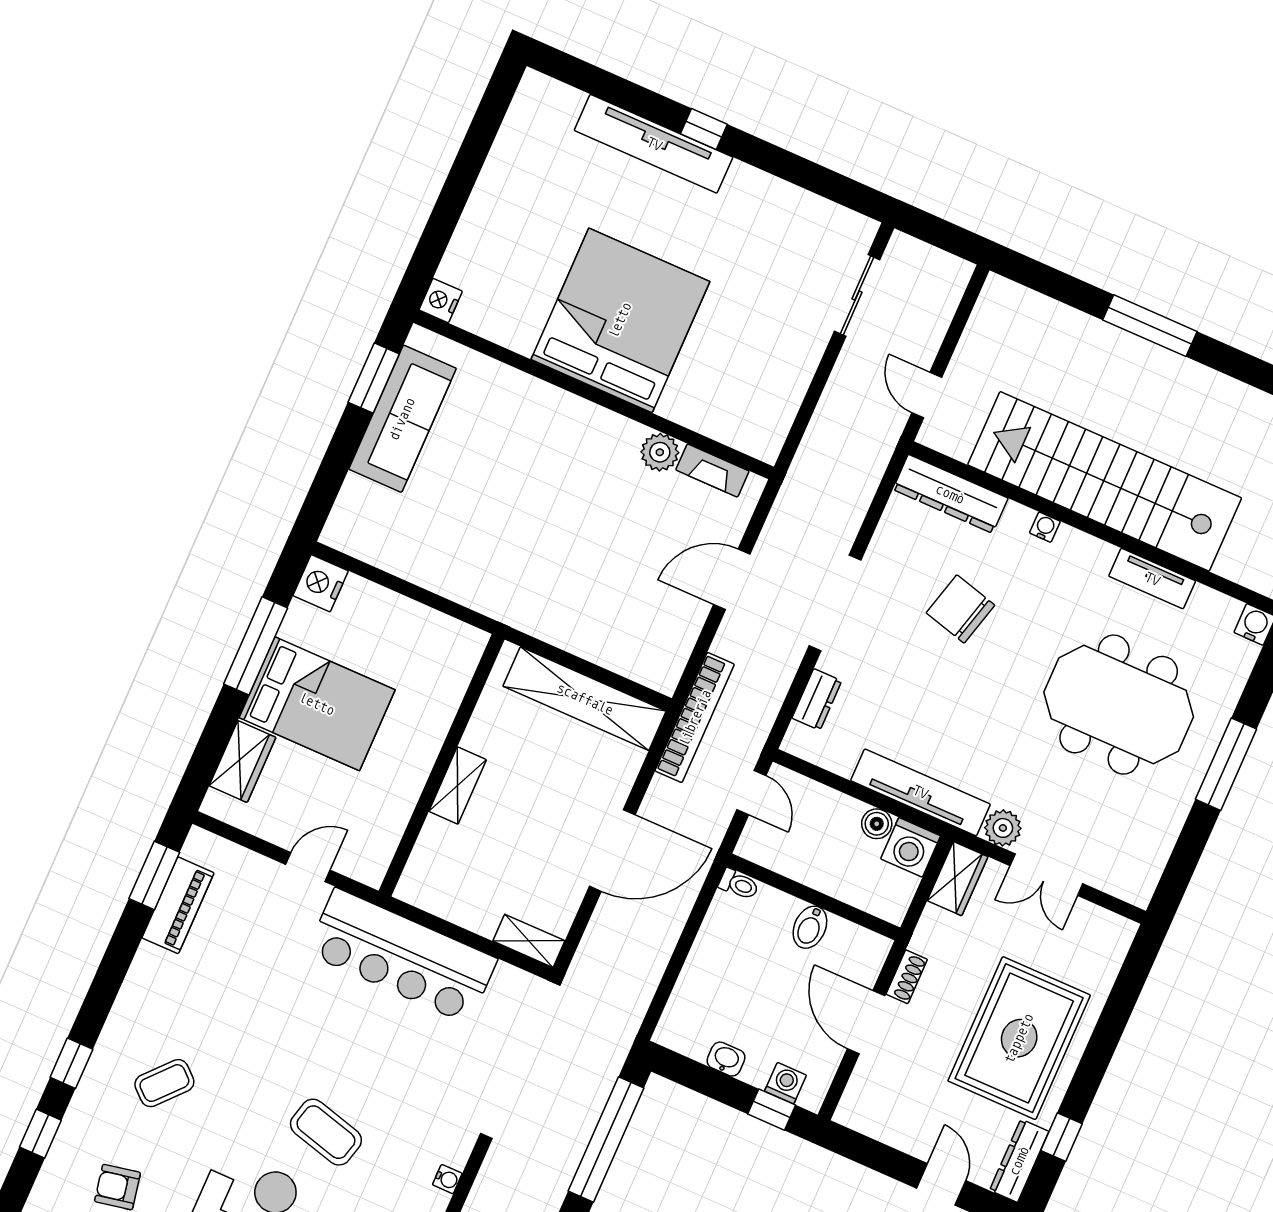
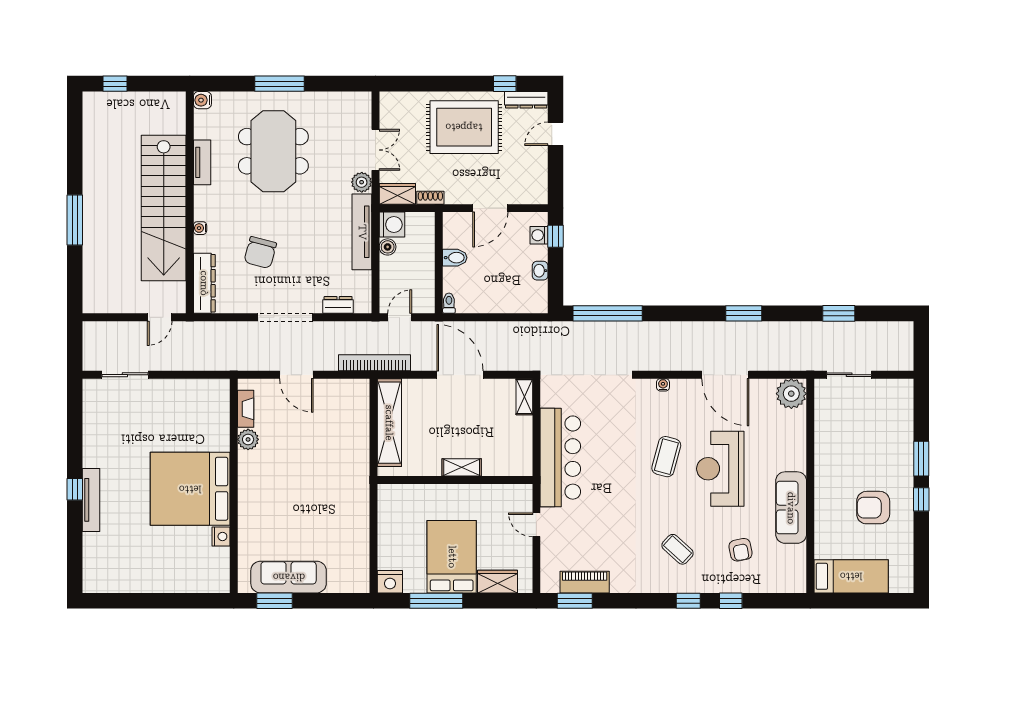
tv unit: (654, 144) -> (91, 500), width x0.73, depth x0.78
nightstand: (441, 301) -> (221, 536), moved, turned -90
shoe rack: (907, 977) -> (430, 198), moved

